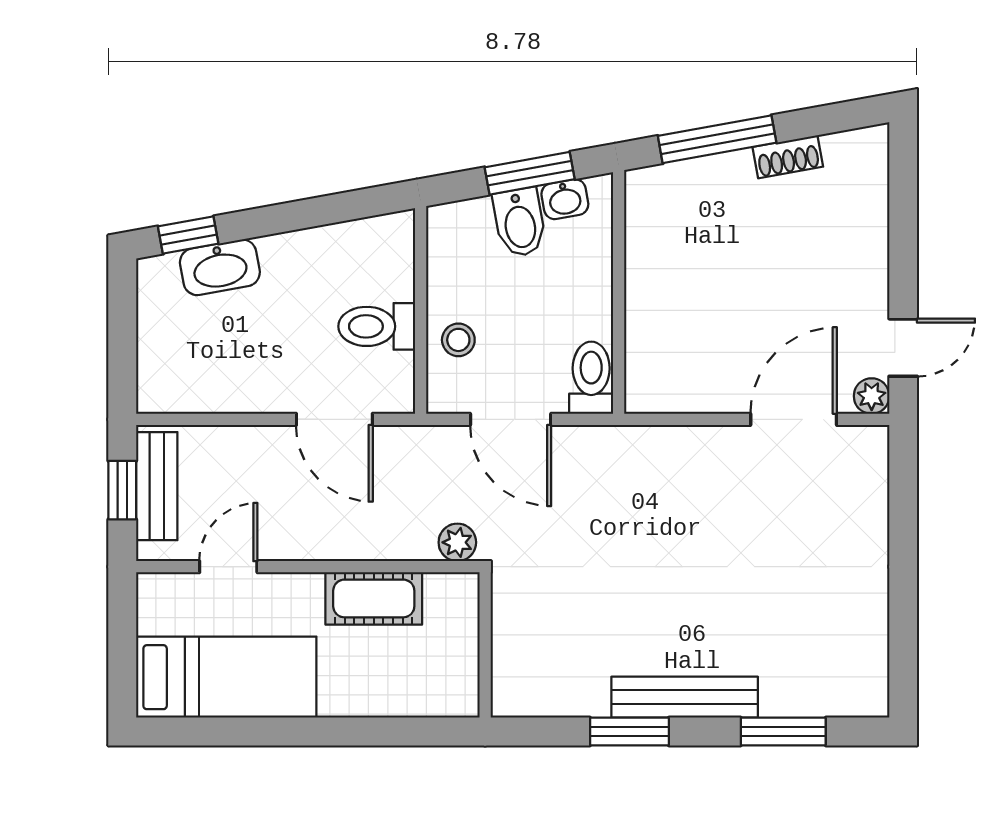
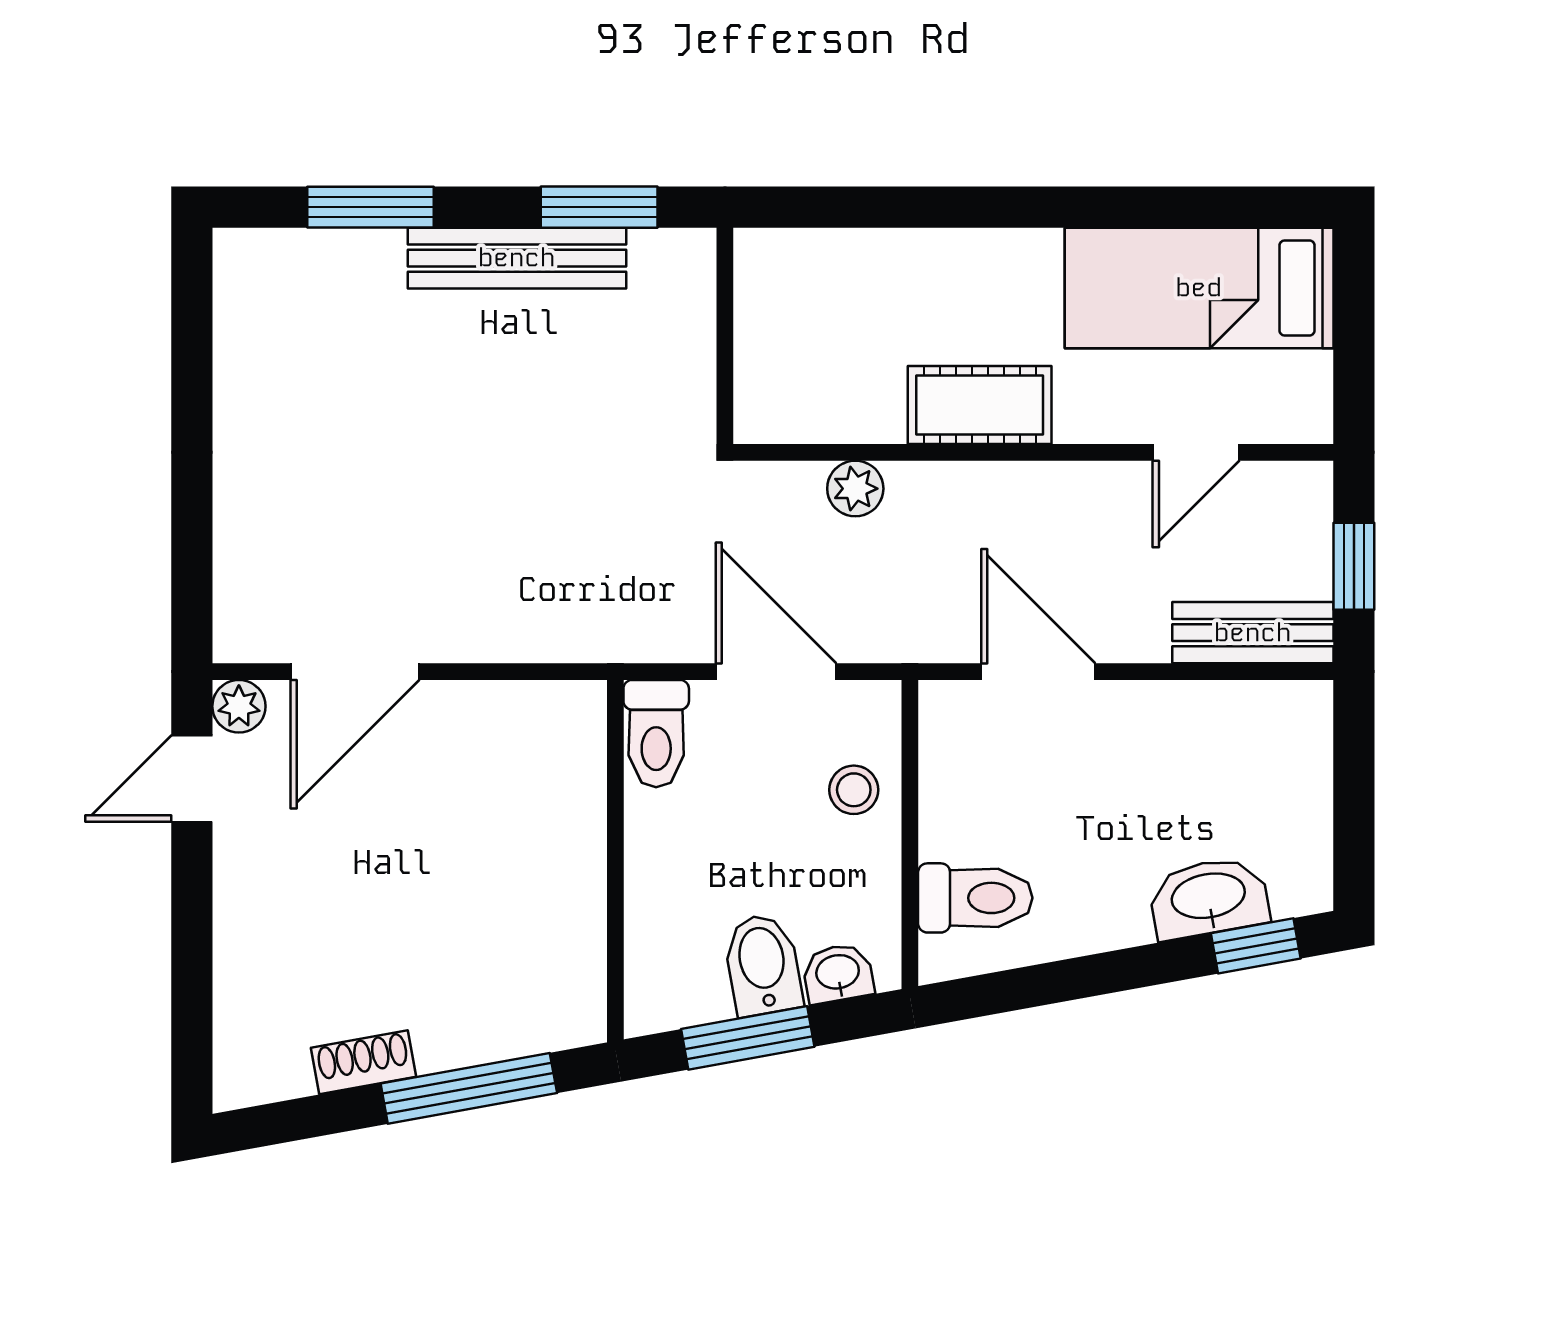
washbasin: (565, 199) -> (838, 973), moved
toilet: (377, 326) -> (975, 898), moved
bench: (157, 486) -> (1253, 633), moved, turned 90
wall: (485, 645) -> (725, 336), moved

